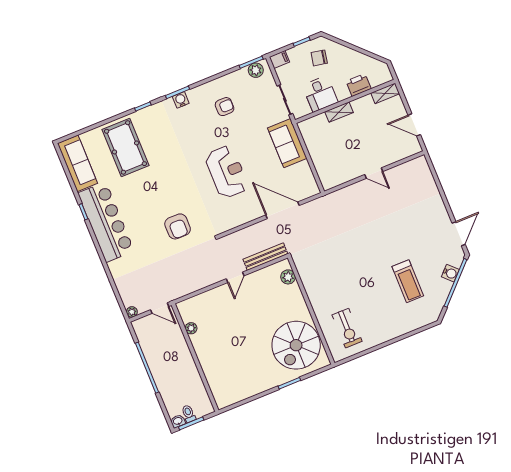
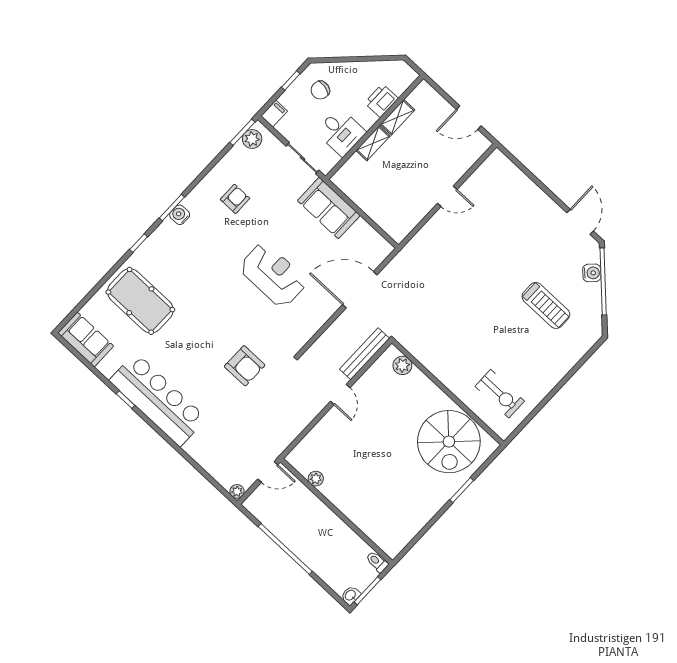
shelving: (385, 93) -> (397, 117), moved
sofa: (77, 163) -> (86, 340), width x0.73
toilet: (189, 414) -> (377, 562), moved

